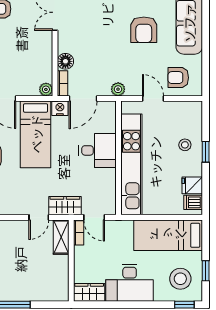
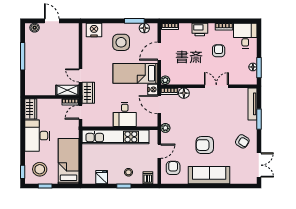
dishwasher: (193, 202) -> (148, 178), moved

